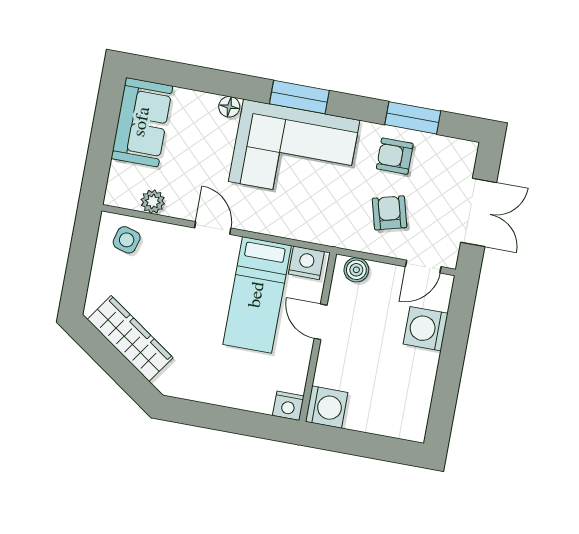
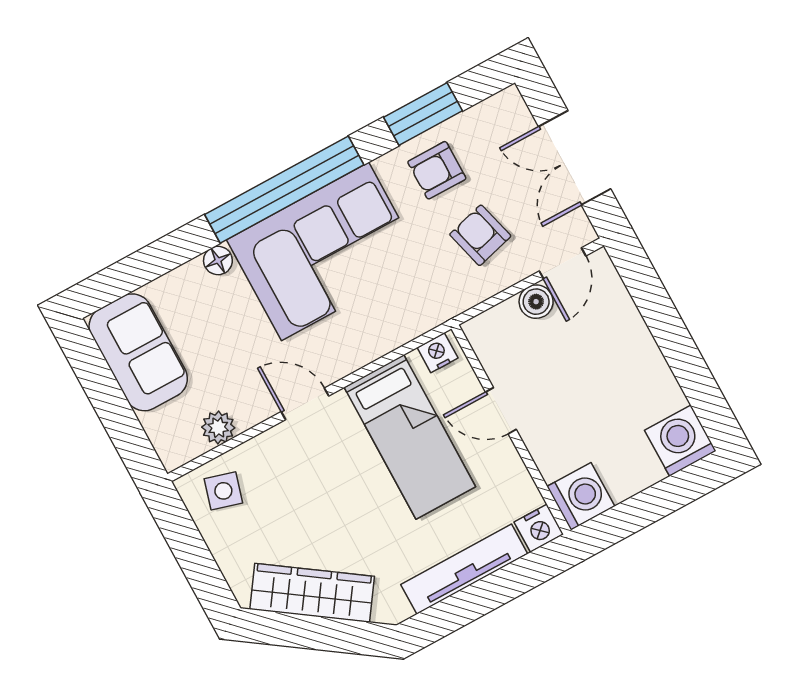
window: (299, 97) -> (284, 190), width x2.11
double door: (479, 212) -> (575, 158), swing flipped
nightstand: (306, 263) -> (438, 353), width x0.72, depth x0.74
boiler: (356, 270) -> (536, 302), moved
washing machine: (426, 329) -> (680, 441), moved, turned 90
tv unit: (227, 395) -> (464, 569), added

